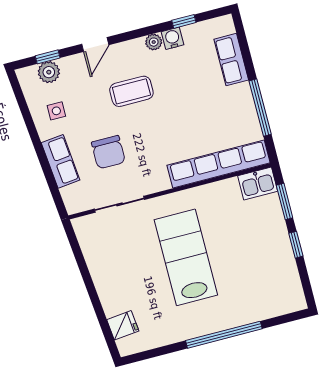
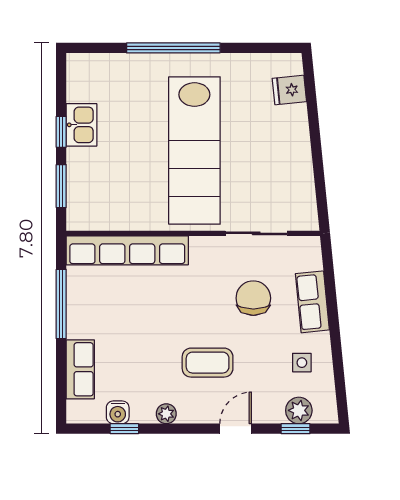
water cooler: (173, 38) -> (118, 412), moved
kitchen sink: (258, 184) -> (82, 125), moved, turned 90
lab bench: (186, 257) -> (194, 151), width x1.36

